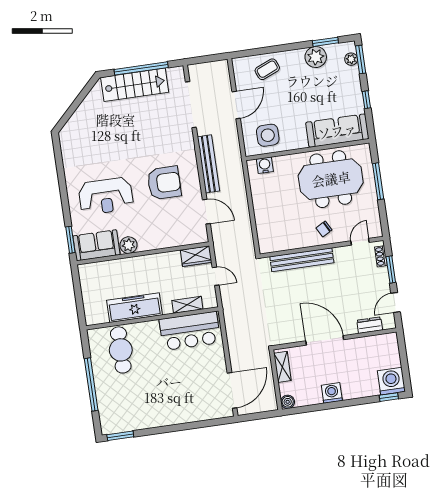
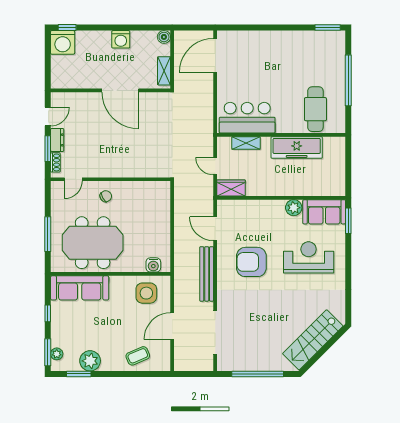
stairs: (135, 85) -> (313, 340), moved, turned -45
bench: (302, 260) -> (131, 170), removed
dresser: (370, 325) -> (57, 140), moved, turned -90

